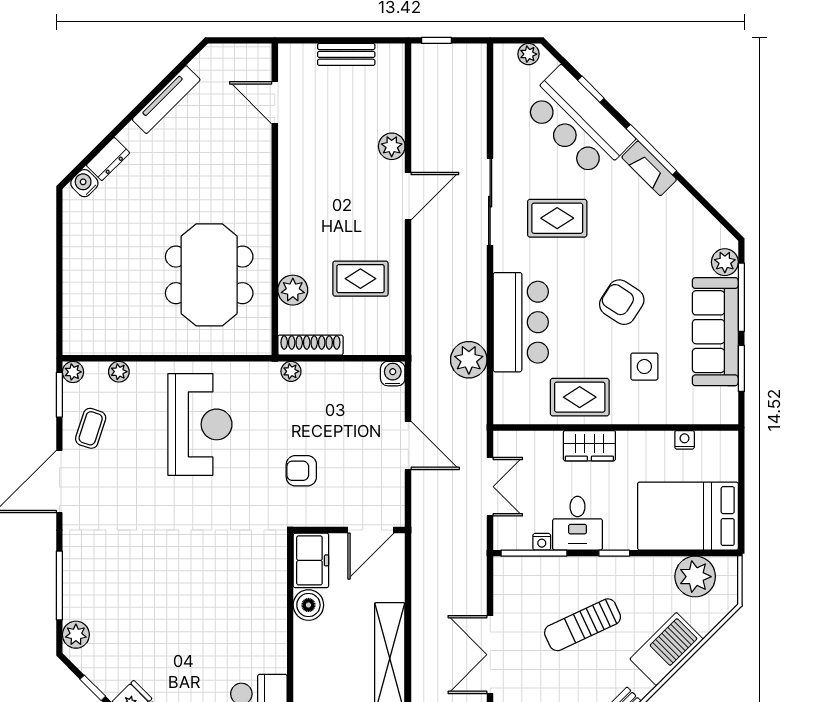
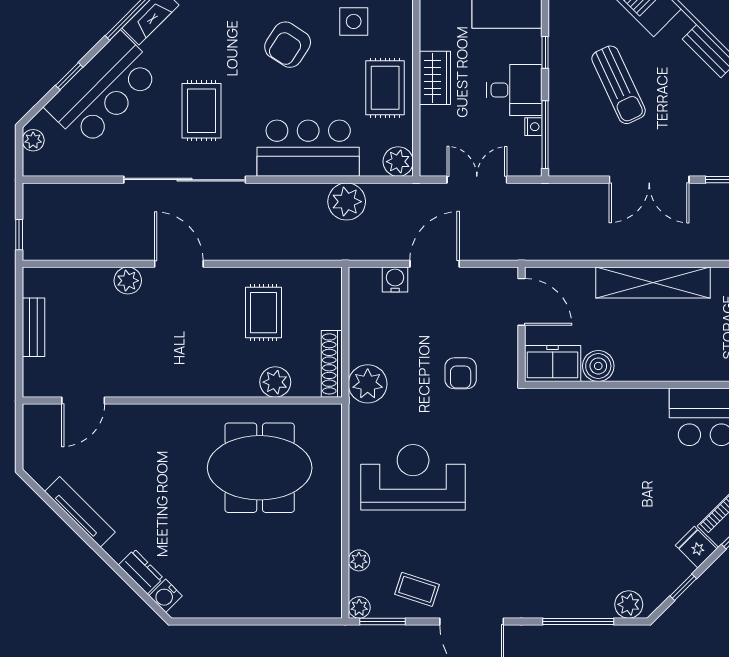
sliding door: (490, 202) -> (185, 180), width x1.36
plant: (291, 371) -> (368, 384), width x1.88, depth x1.88
water cooler: (393, 374) -> (395, 280), moved, turned 90
plant: (508, 410) -> (398, 162), added

